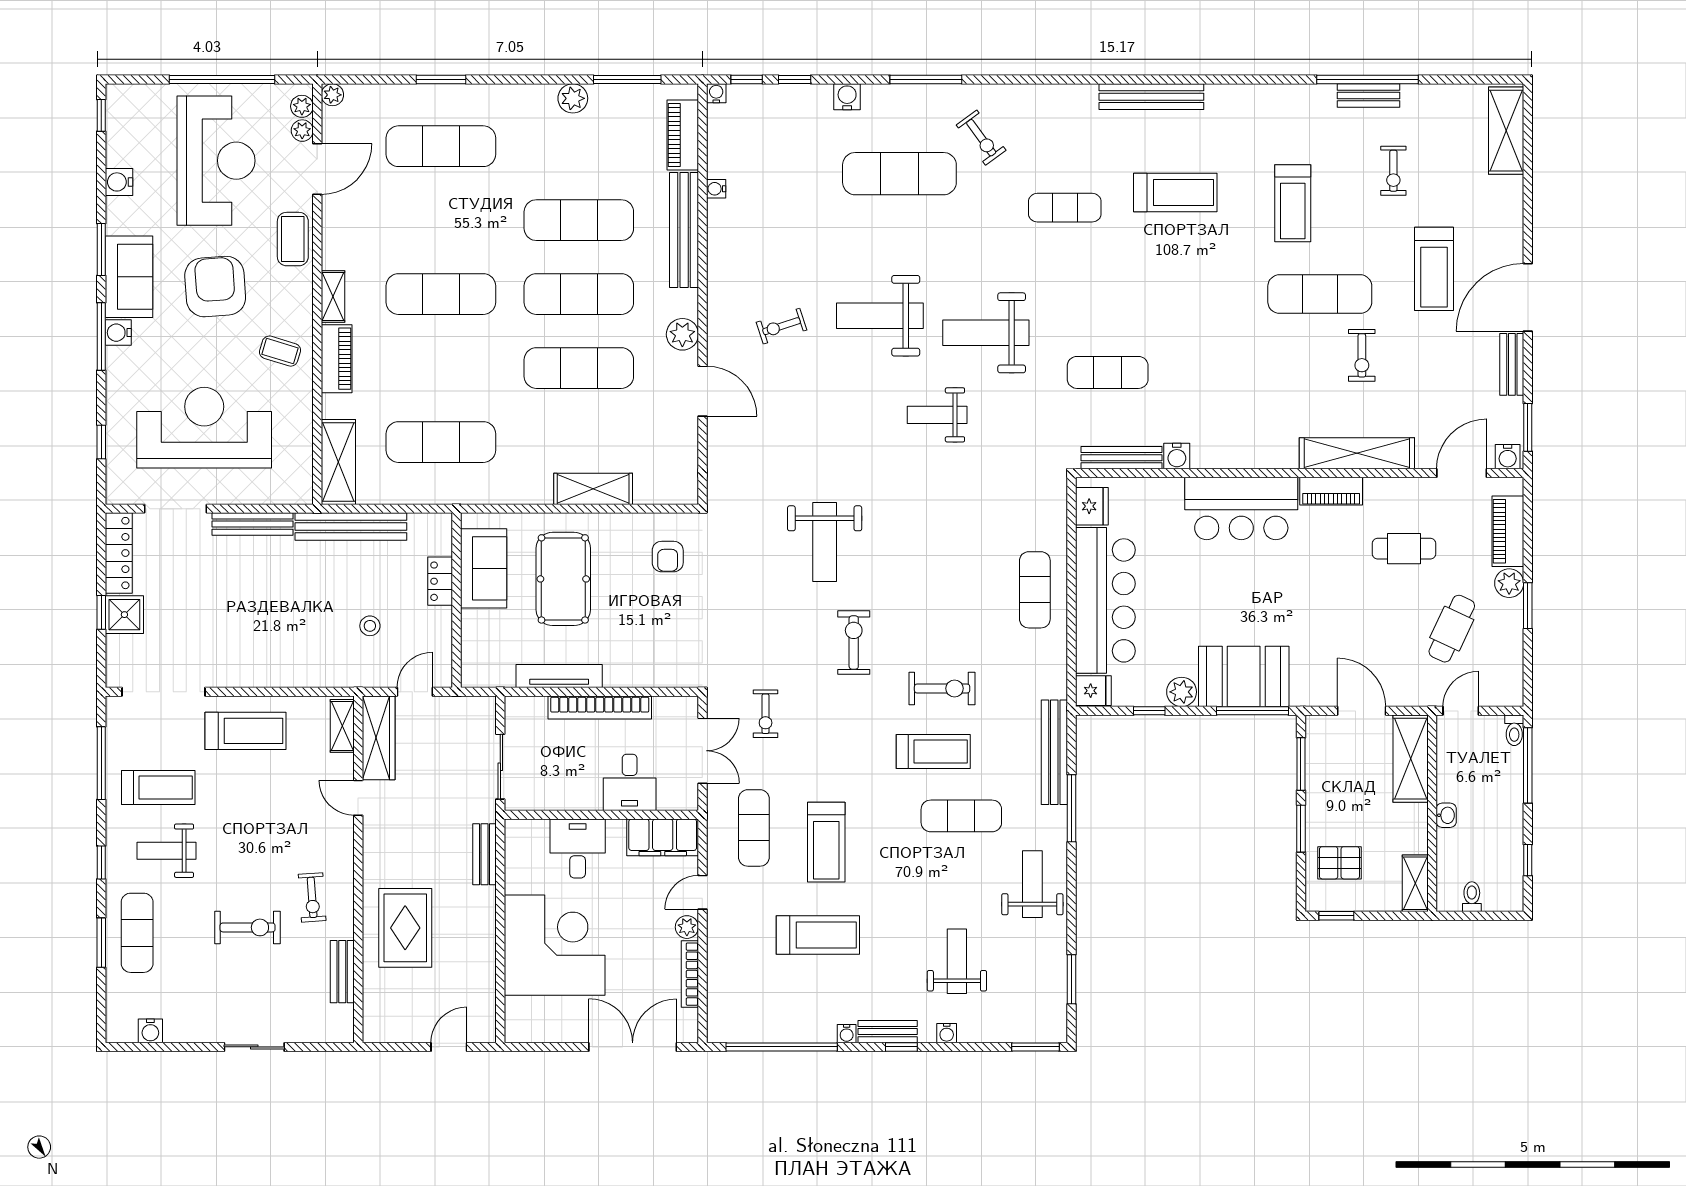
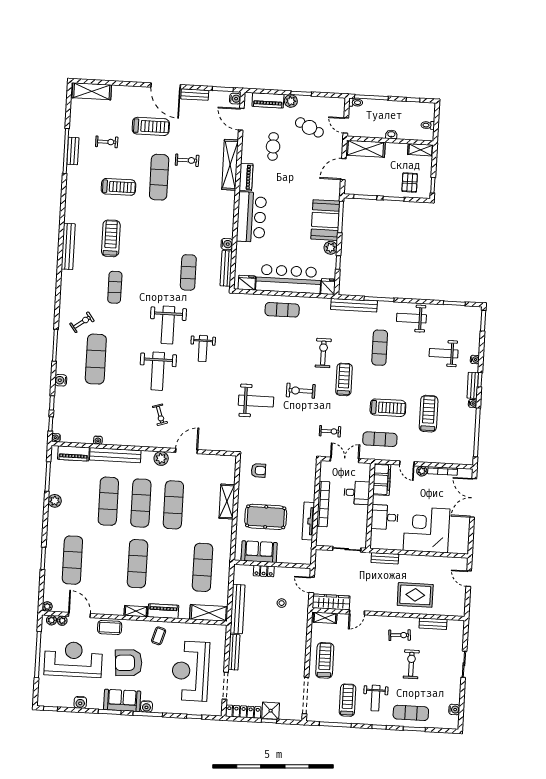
treadmill: (933, 752) -> (344, 379), moved

